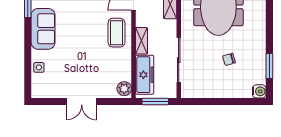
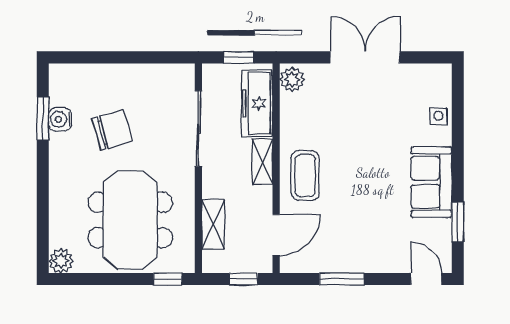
chair: (229, 59) -> (112, 130), width x1.87, depth x1.87
water cooler: (259, 91) -> (60, 119), moved
double door: (82, 102) -> (365, 57), width x1.37
window: (155, 102) -> (239, 57), width x0.67

